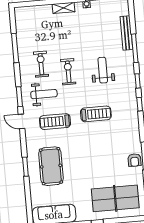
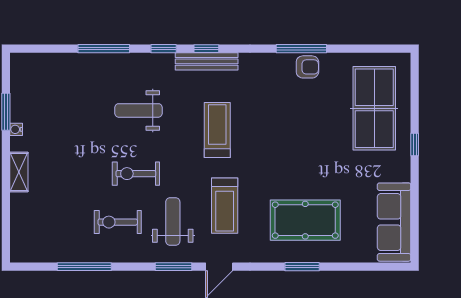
bench: (126, 33) -> (207, 61), moved

